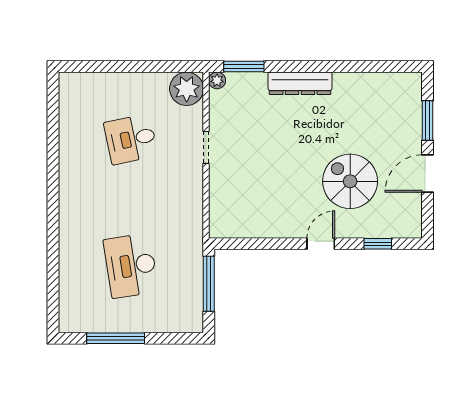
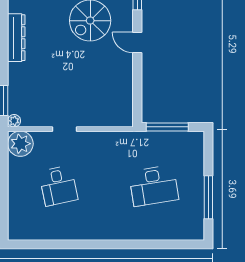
dresser: (300, 83) -> (16, 38), moved

